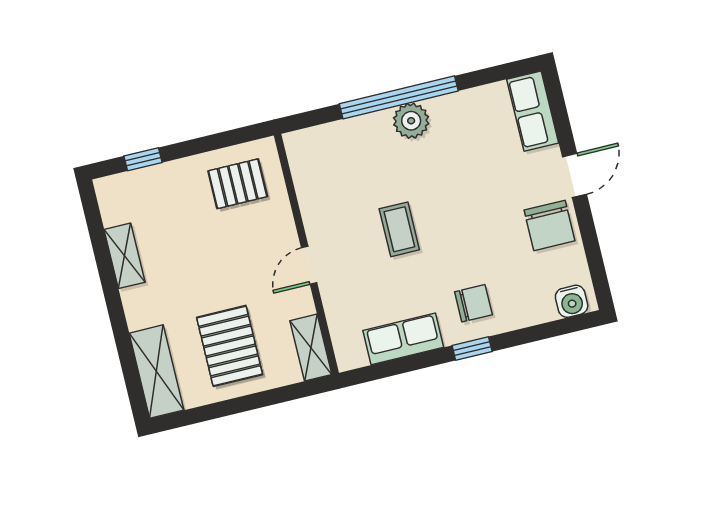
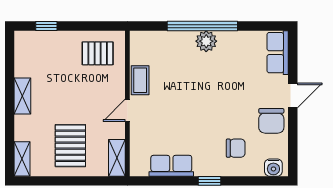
coffee table: (399, 229) -> (140, 80), moved
shelving: (125, 256) -> (22, 96), moved
chair: (473, 303) -> (236, 148), moved
shelving: (156, 372) -> (22, 159), width x0.67, depth x0.75

